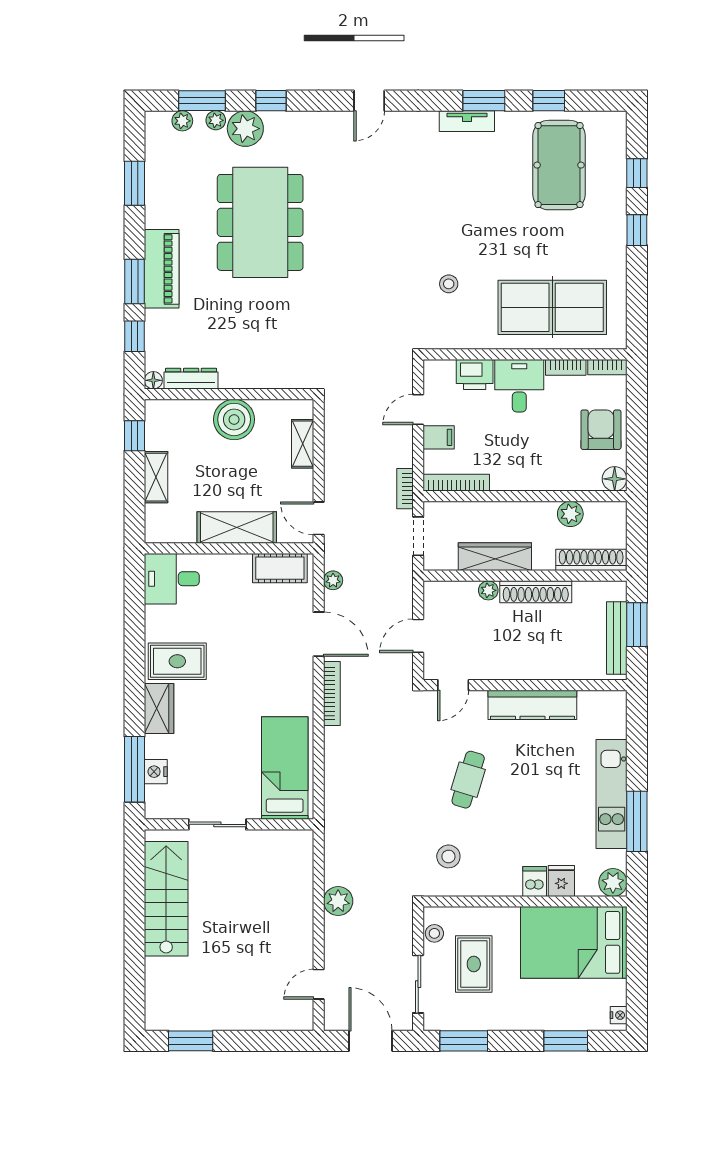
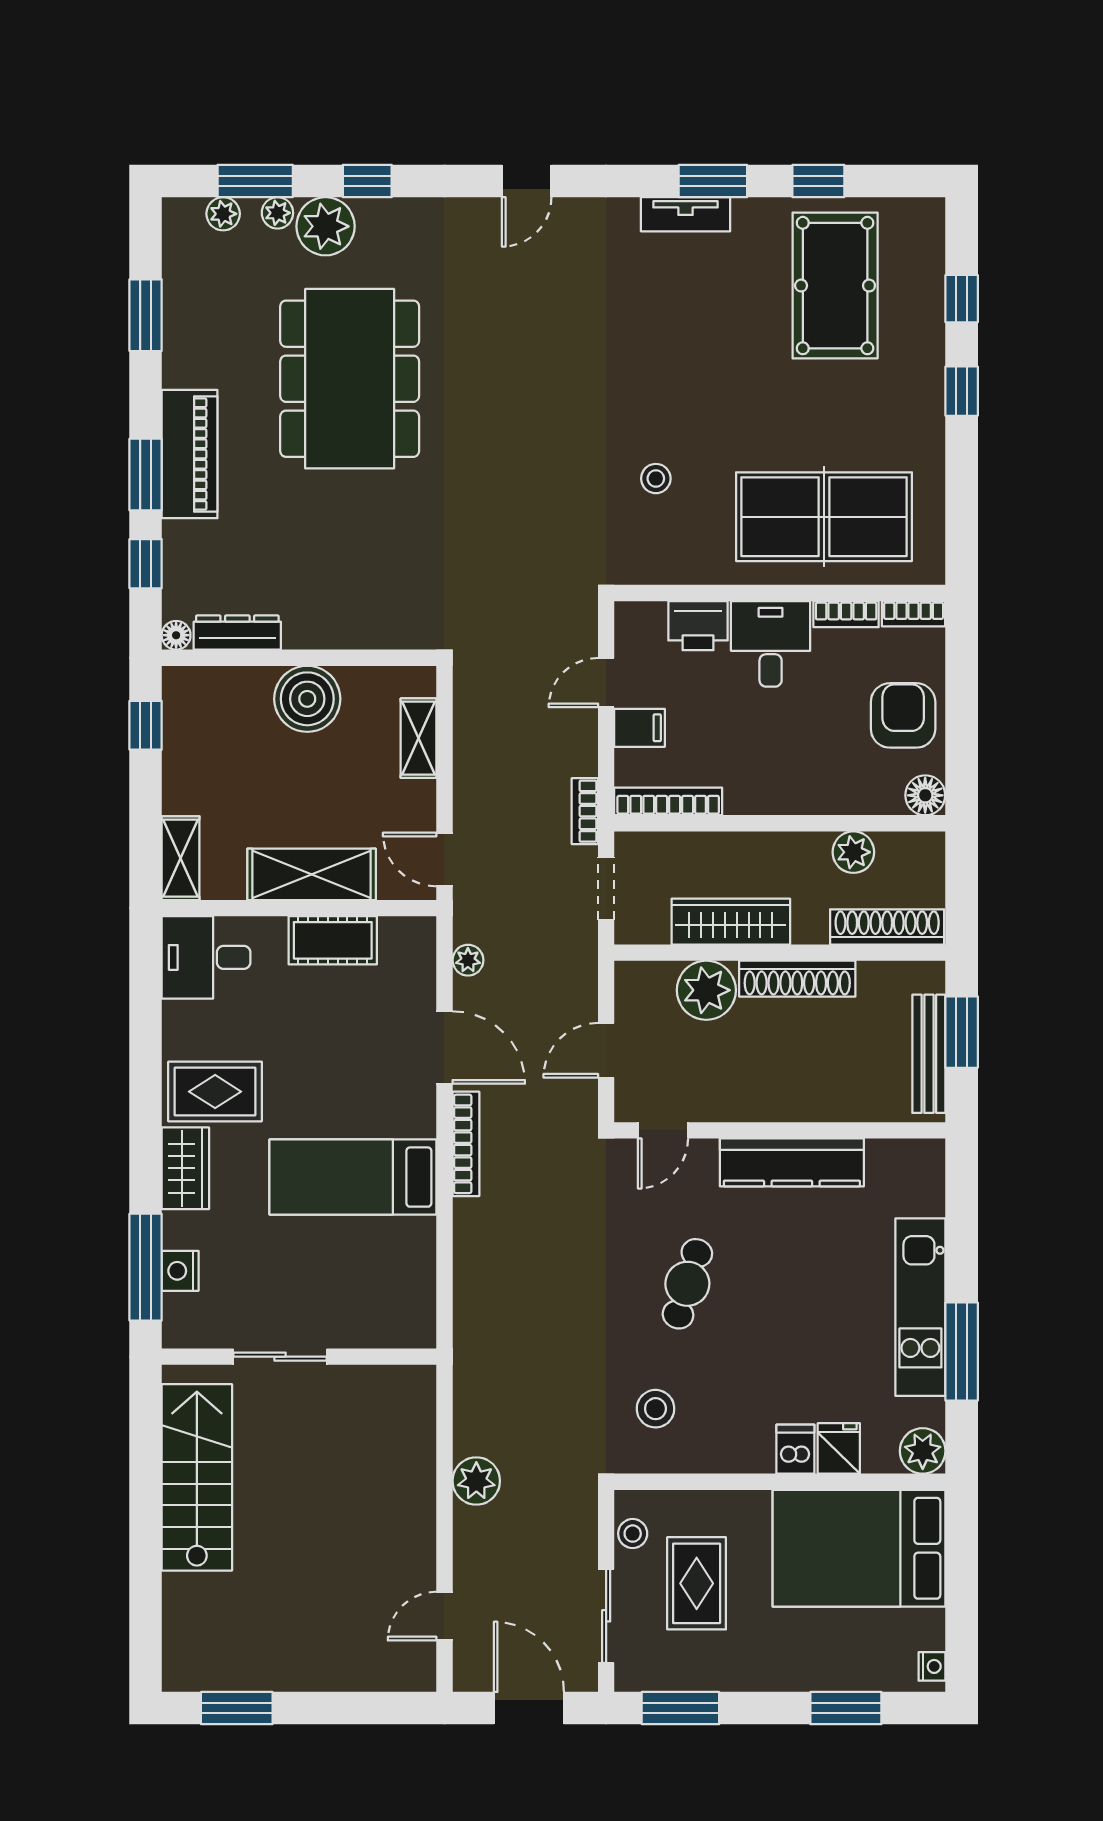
shelving: (156, 477) -> (181, 858), moved
cot: (280, 568) -> (333, 940), moved
plant: (488, 590) -> (706, 990), width x1.87, depth x1.87
bed: (285, 768) -> (353, 1177), moved, turned -90

